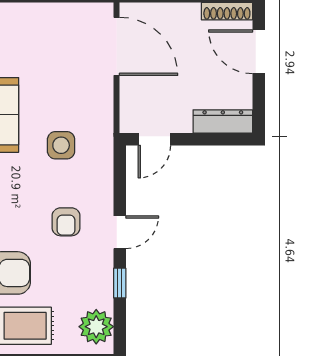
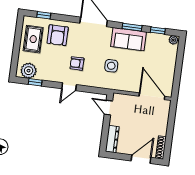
door: (117, 46) -> (152, 96), swing flipped
door: (120, 232) -> (69, 87), hinge flipped
window: (120, 283) -> (35, 82), moved

